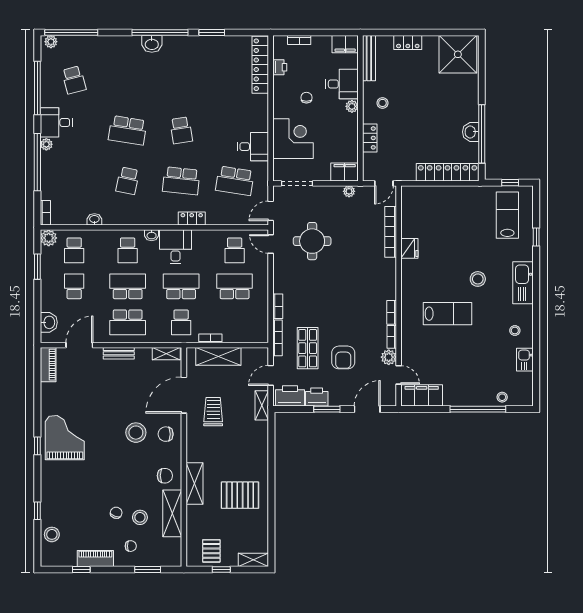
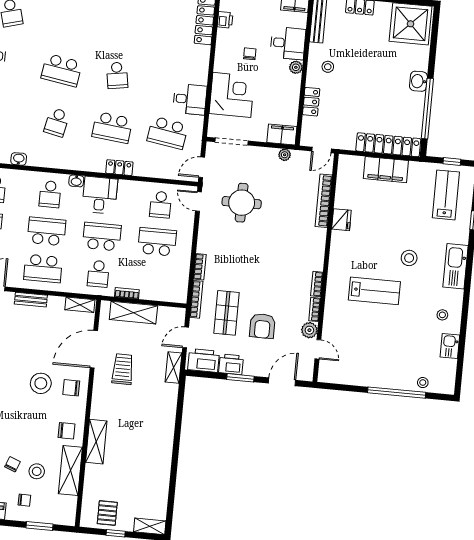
washbasin: (471, 132) -> (418, 81), moved
filing cabinet: (422, 395) -> (386, 170), moved, turned 180
pallet: (240, 495) -> (142, 458), removed

